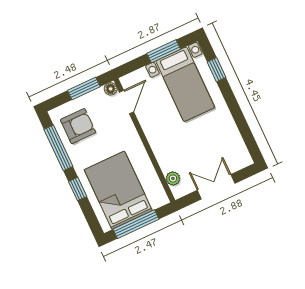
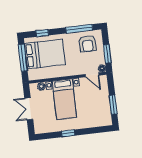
window: (216, 70) -> (68, 133), moved
bed with nightstands: (185, 84) -> (64, 99), moved, turned -90
double door: (216, 187) -> (29, 109), swing flipped
window: (78, 189) -> (42, 33), moved

